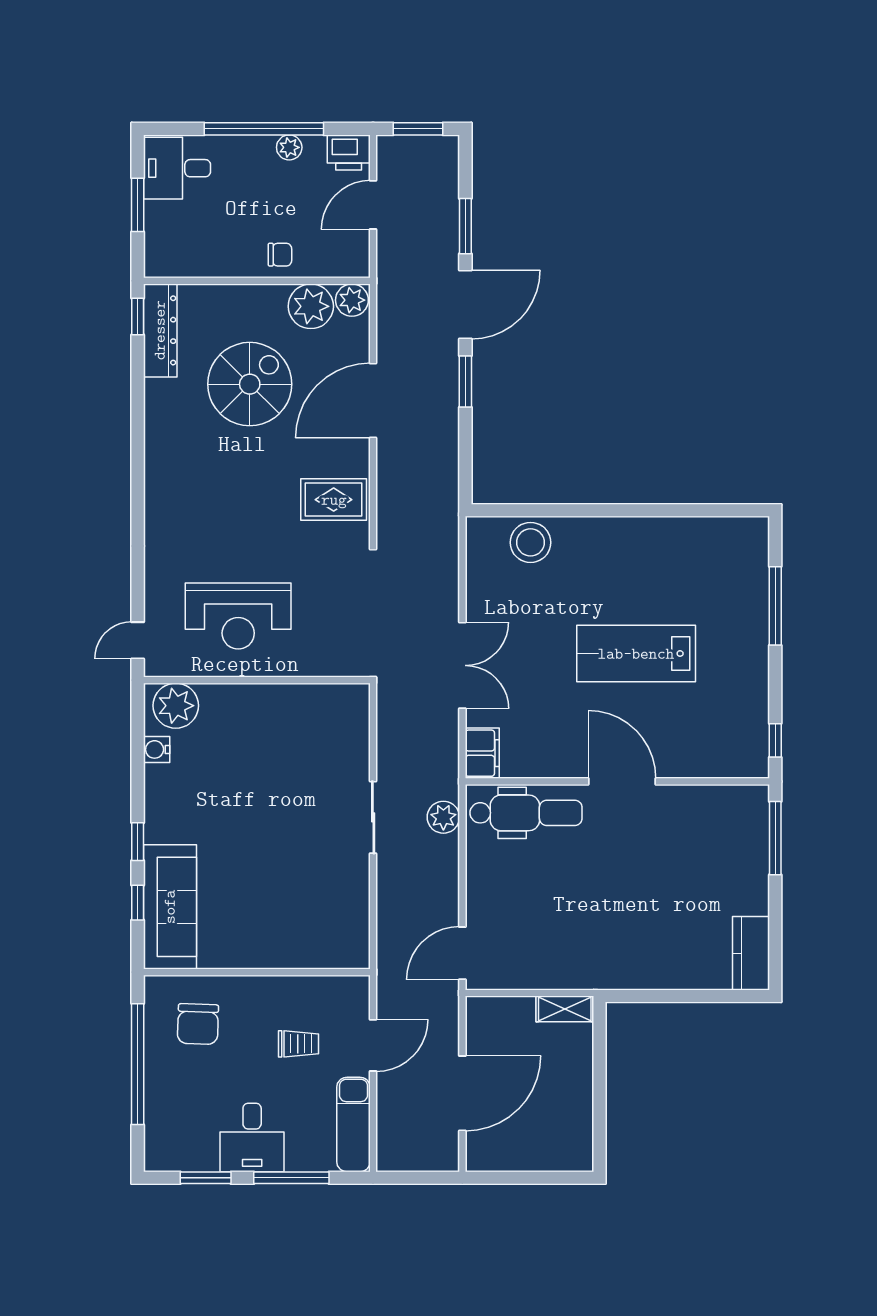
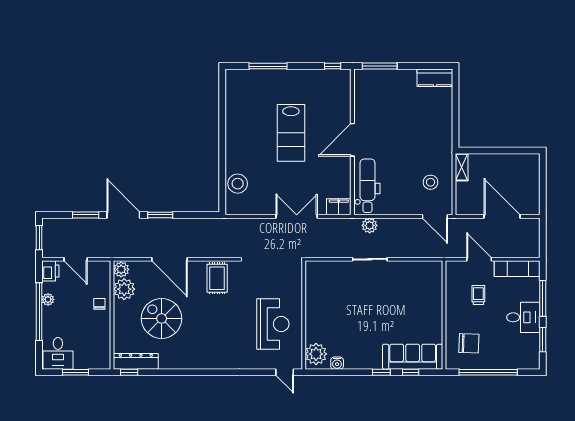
stool: (533, 944) -> (431, 182), added

